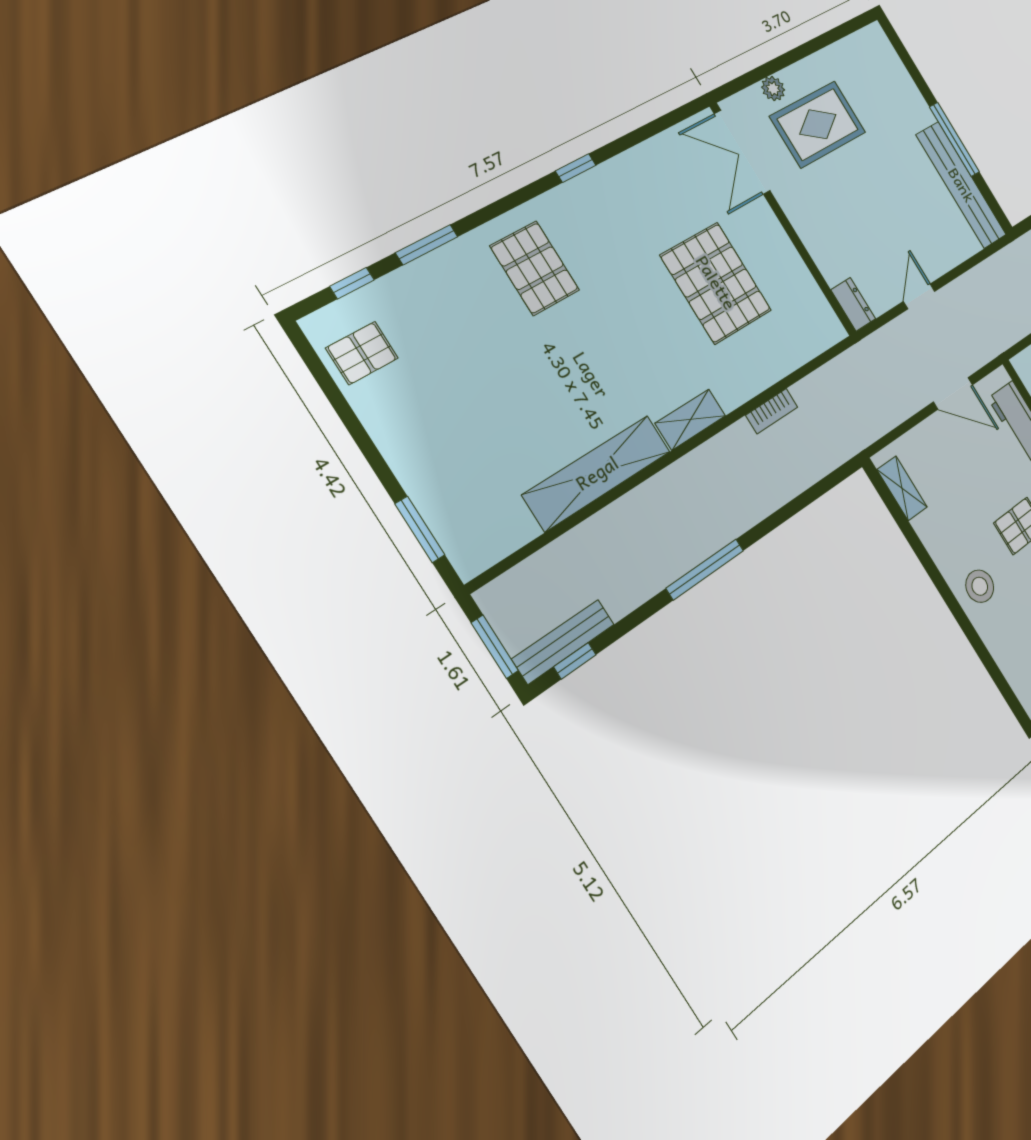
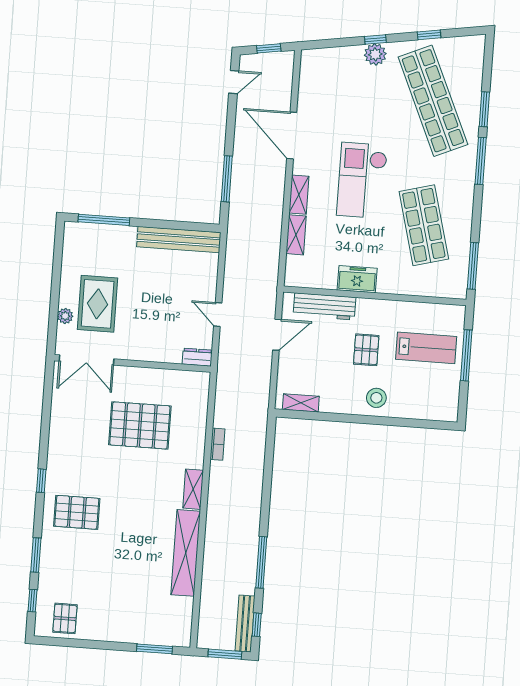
window: (954, 139) -> (104, 220), moved
window: (576, 168) -> (41, 481), moved
window: (705, 569) -> (261, 562), moved

